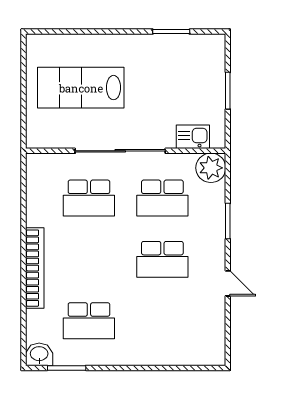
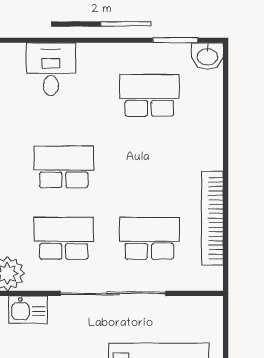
bookcase: (35, 268) -> (212, 218), moved
desk: (173, 343) -> (51, 69), added

